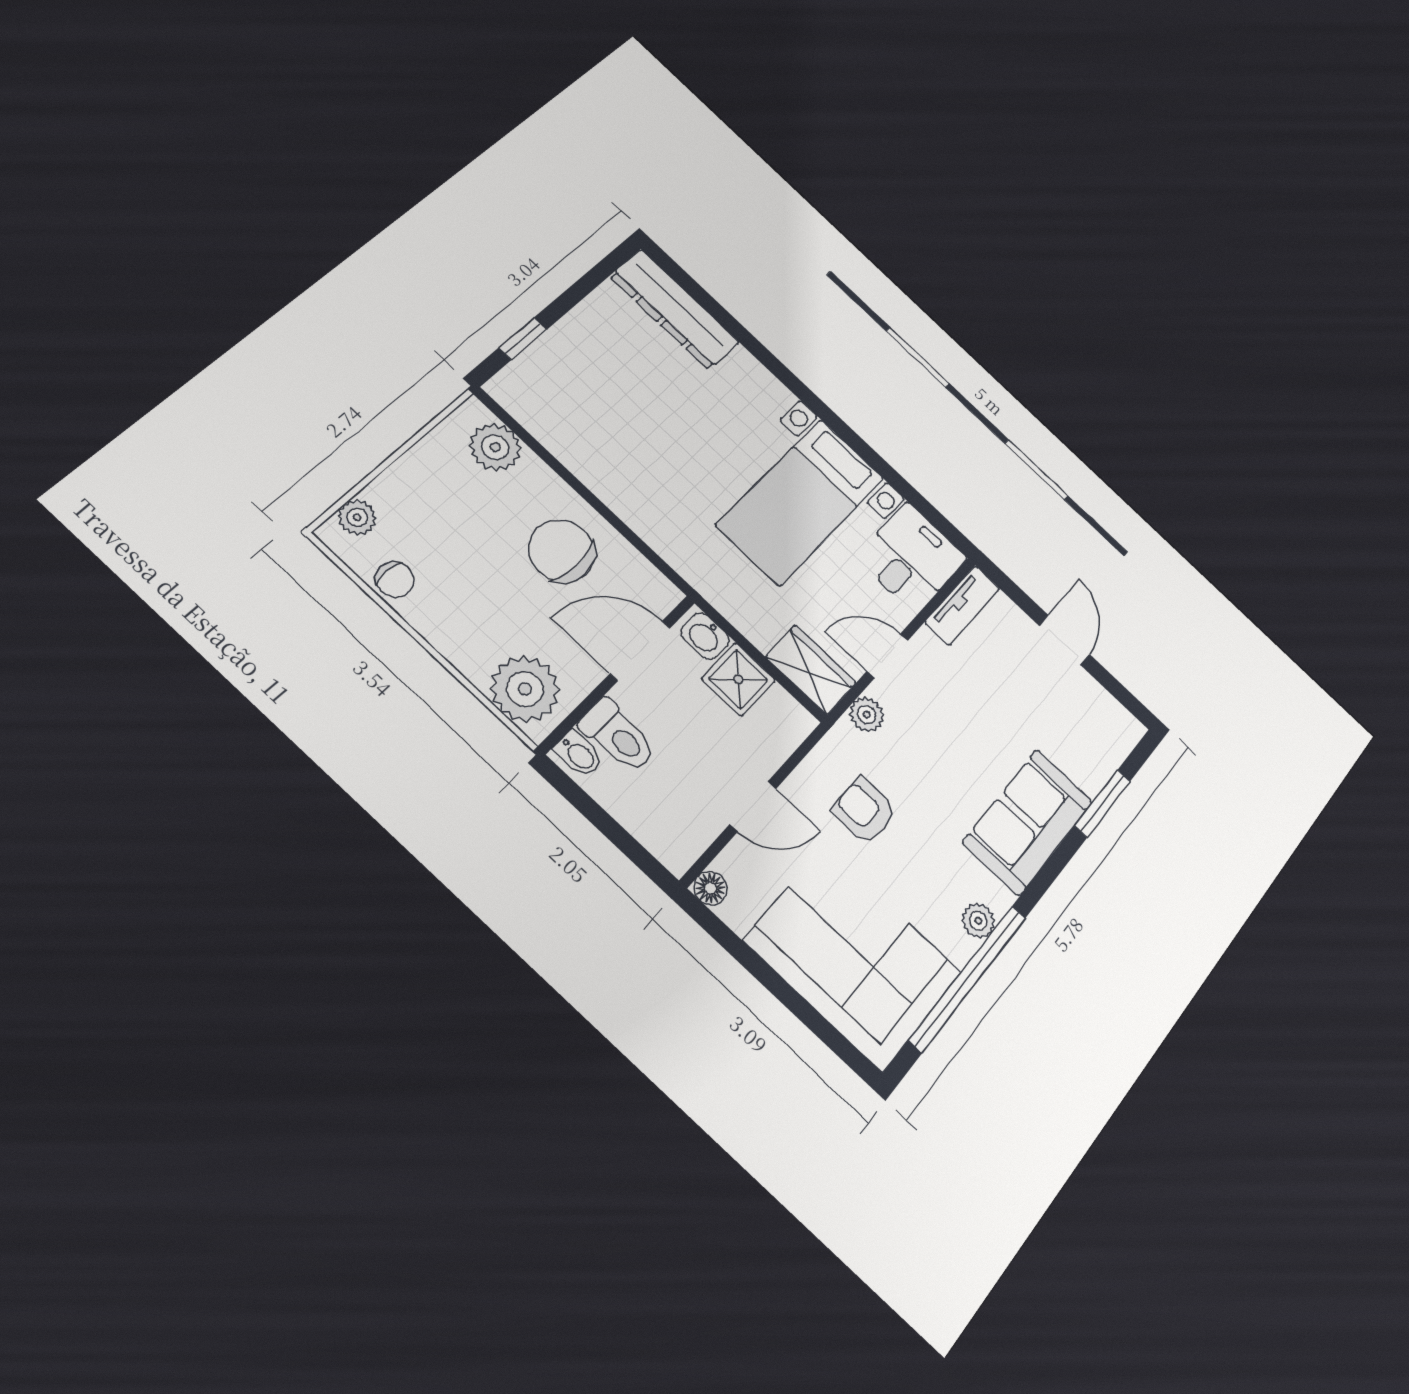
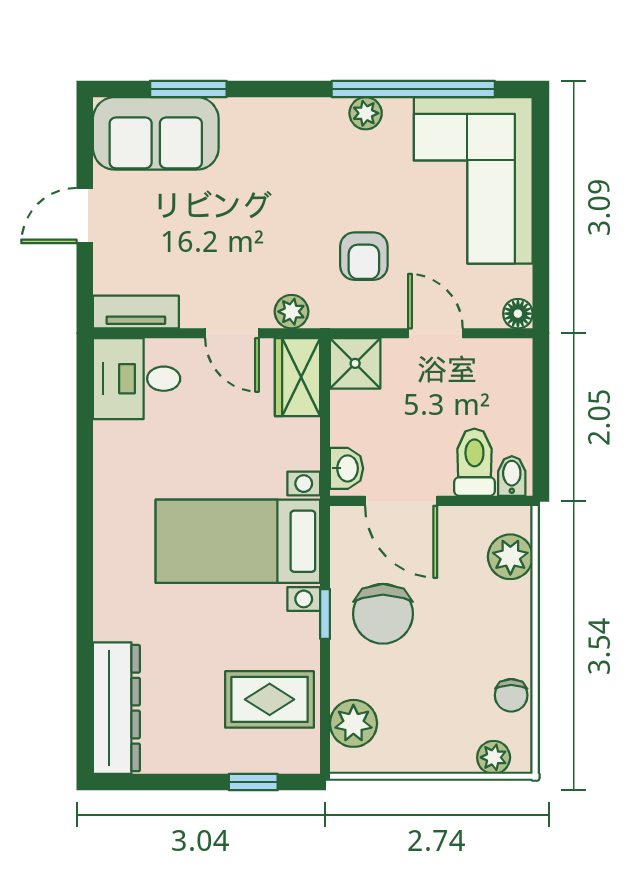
rug: (576, 410) -> (270, 699), added
bed with nightstands: (801, 502) -> (238, 541), moved, turned 180
window: (604, 511) -> (325, 614), added
chair: (395, 579) -> (511, 695), turned 180
shower: (738, 679) -> (355, 363), moved
plant: (525, 689) -> (510, 557), width x0.73, depth x0.73
sofa: (1028, 822) -> (156, 133), moved

